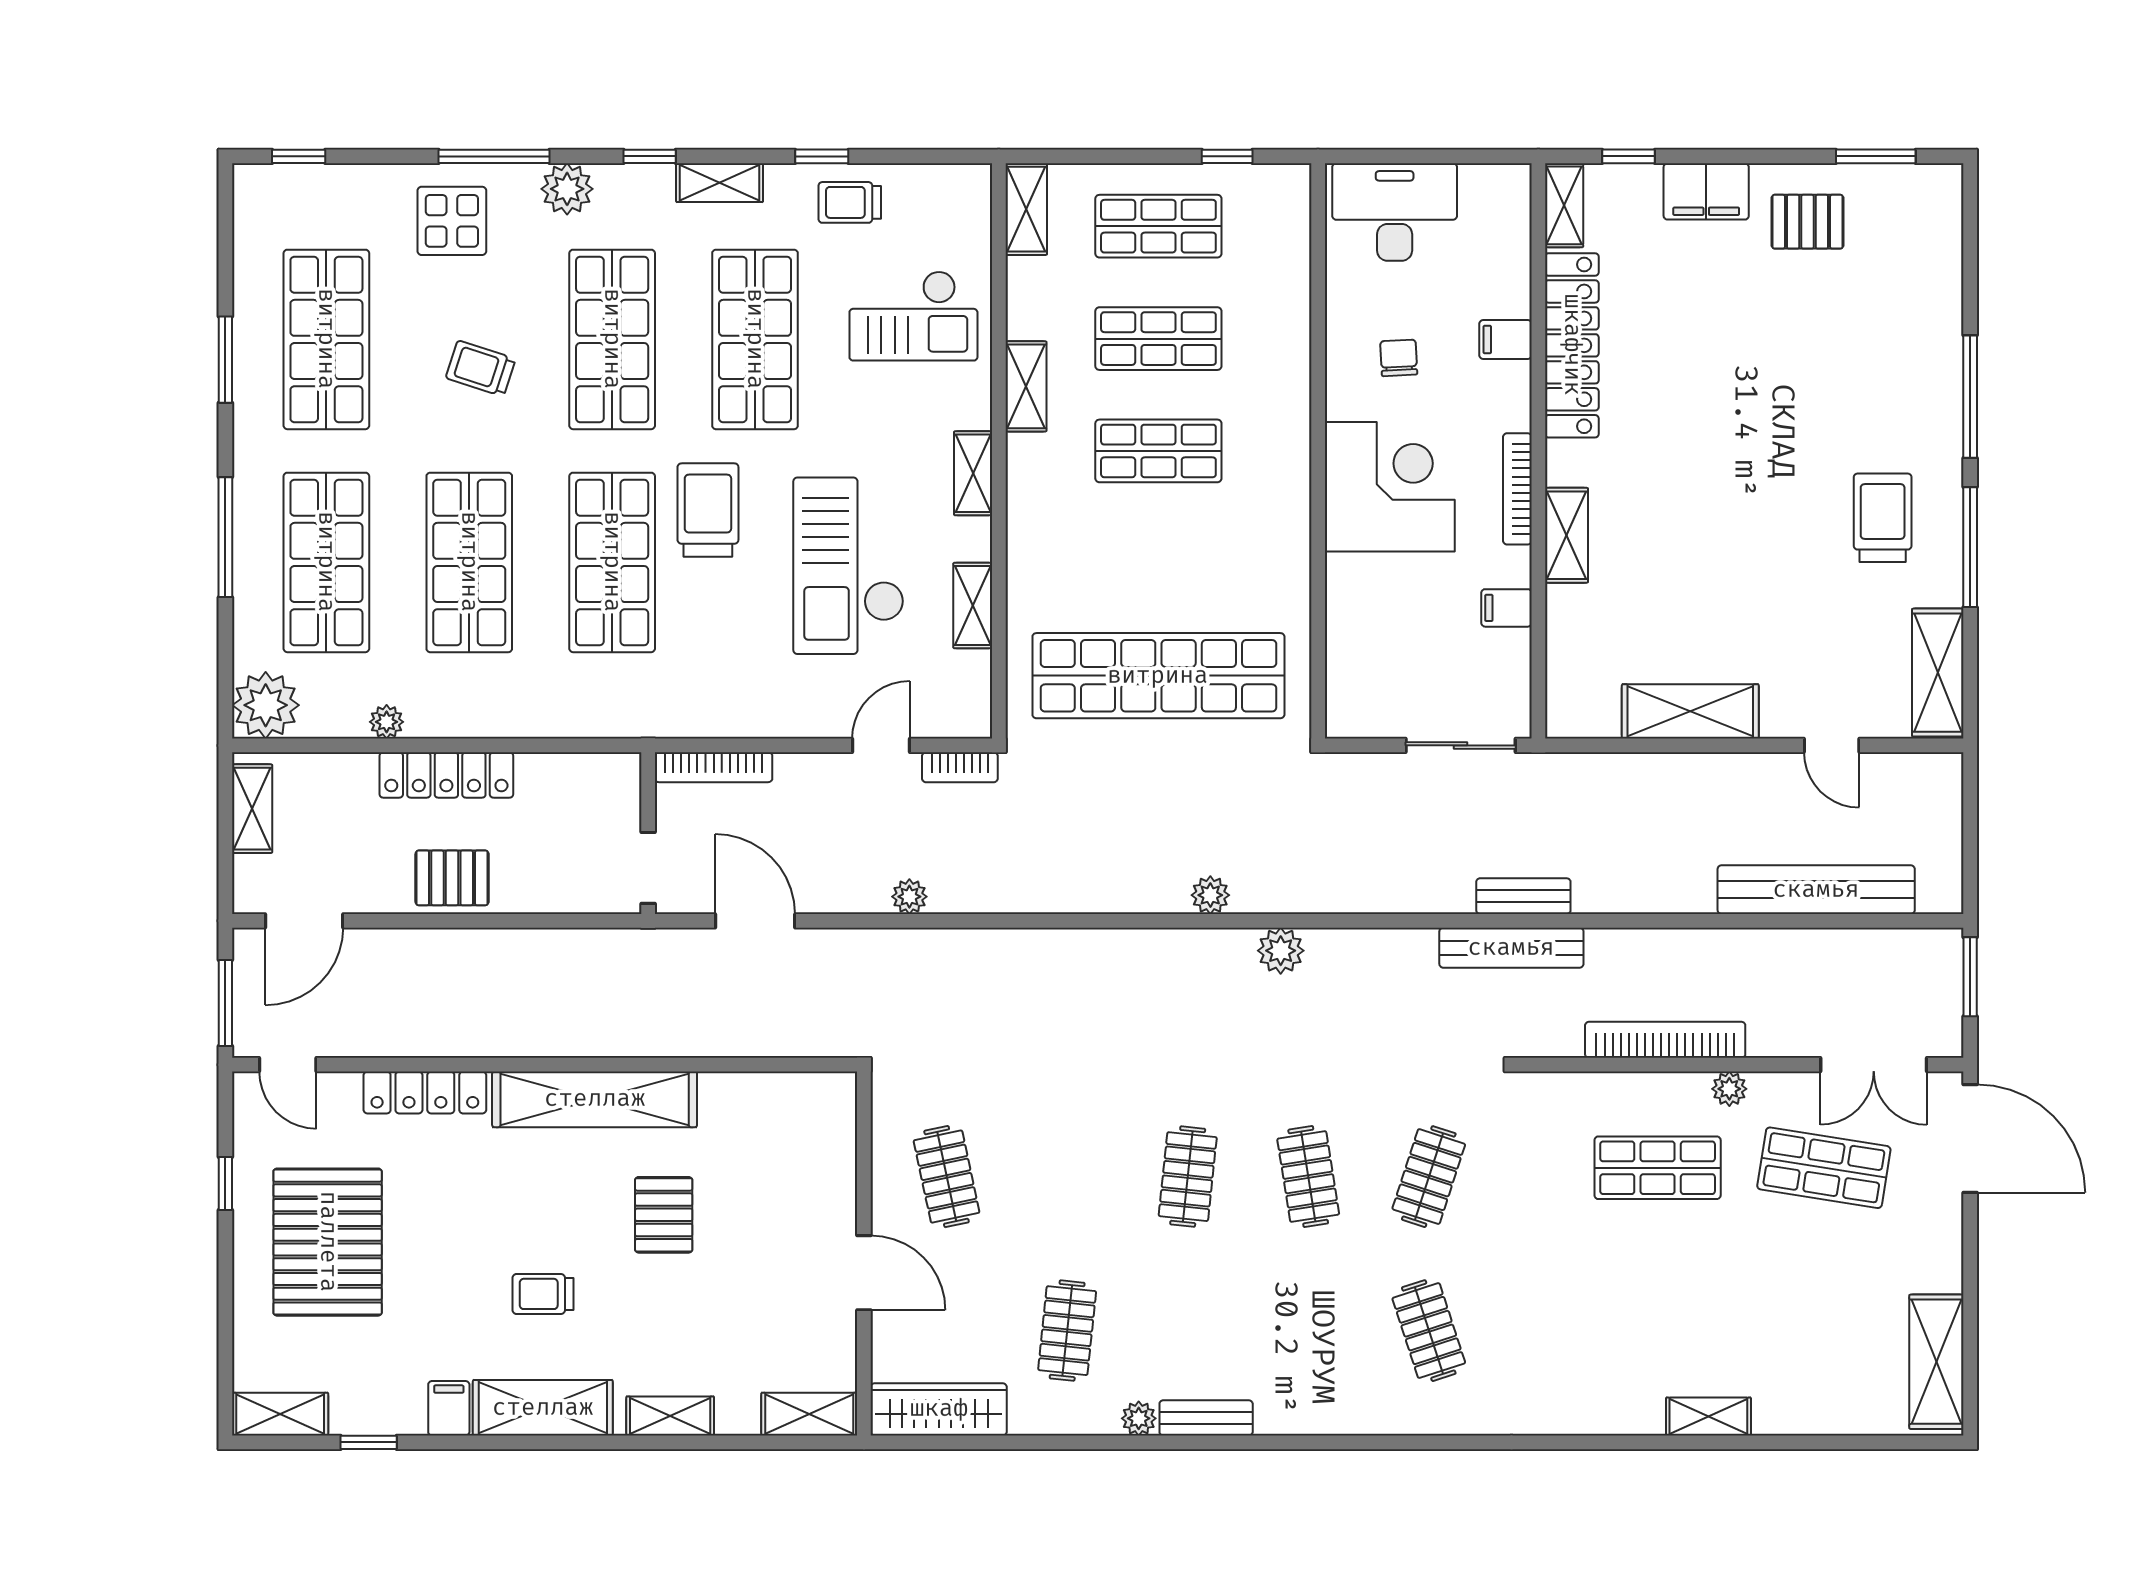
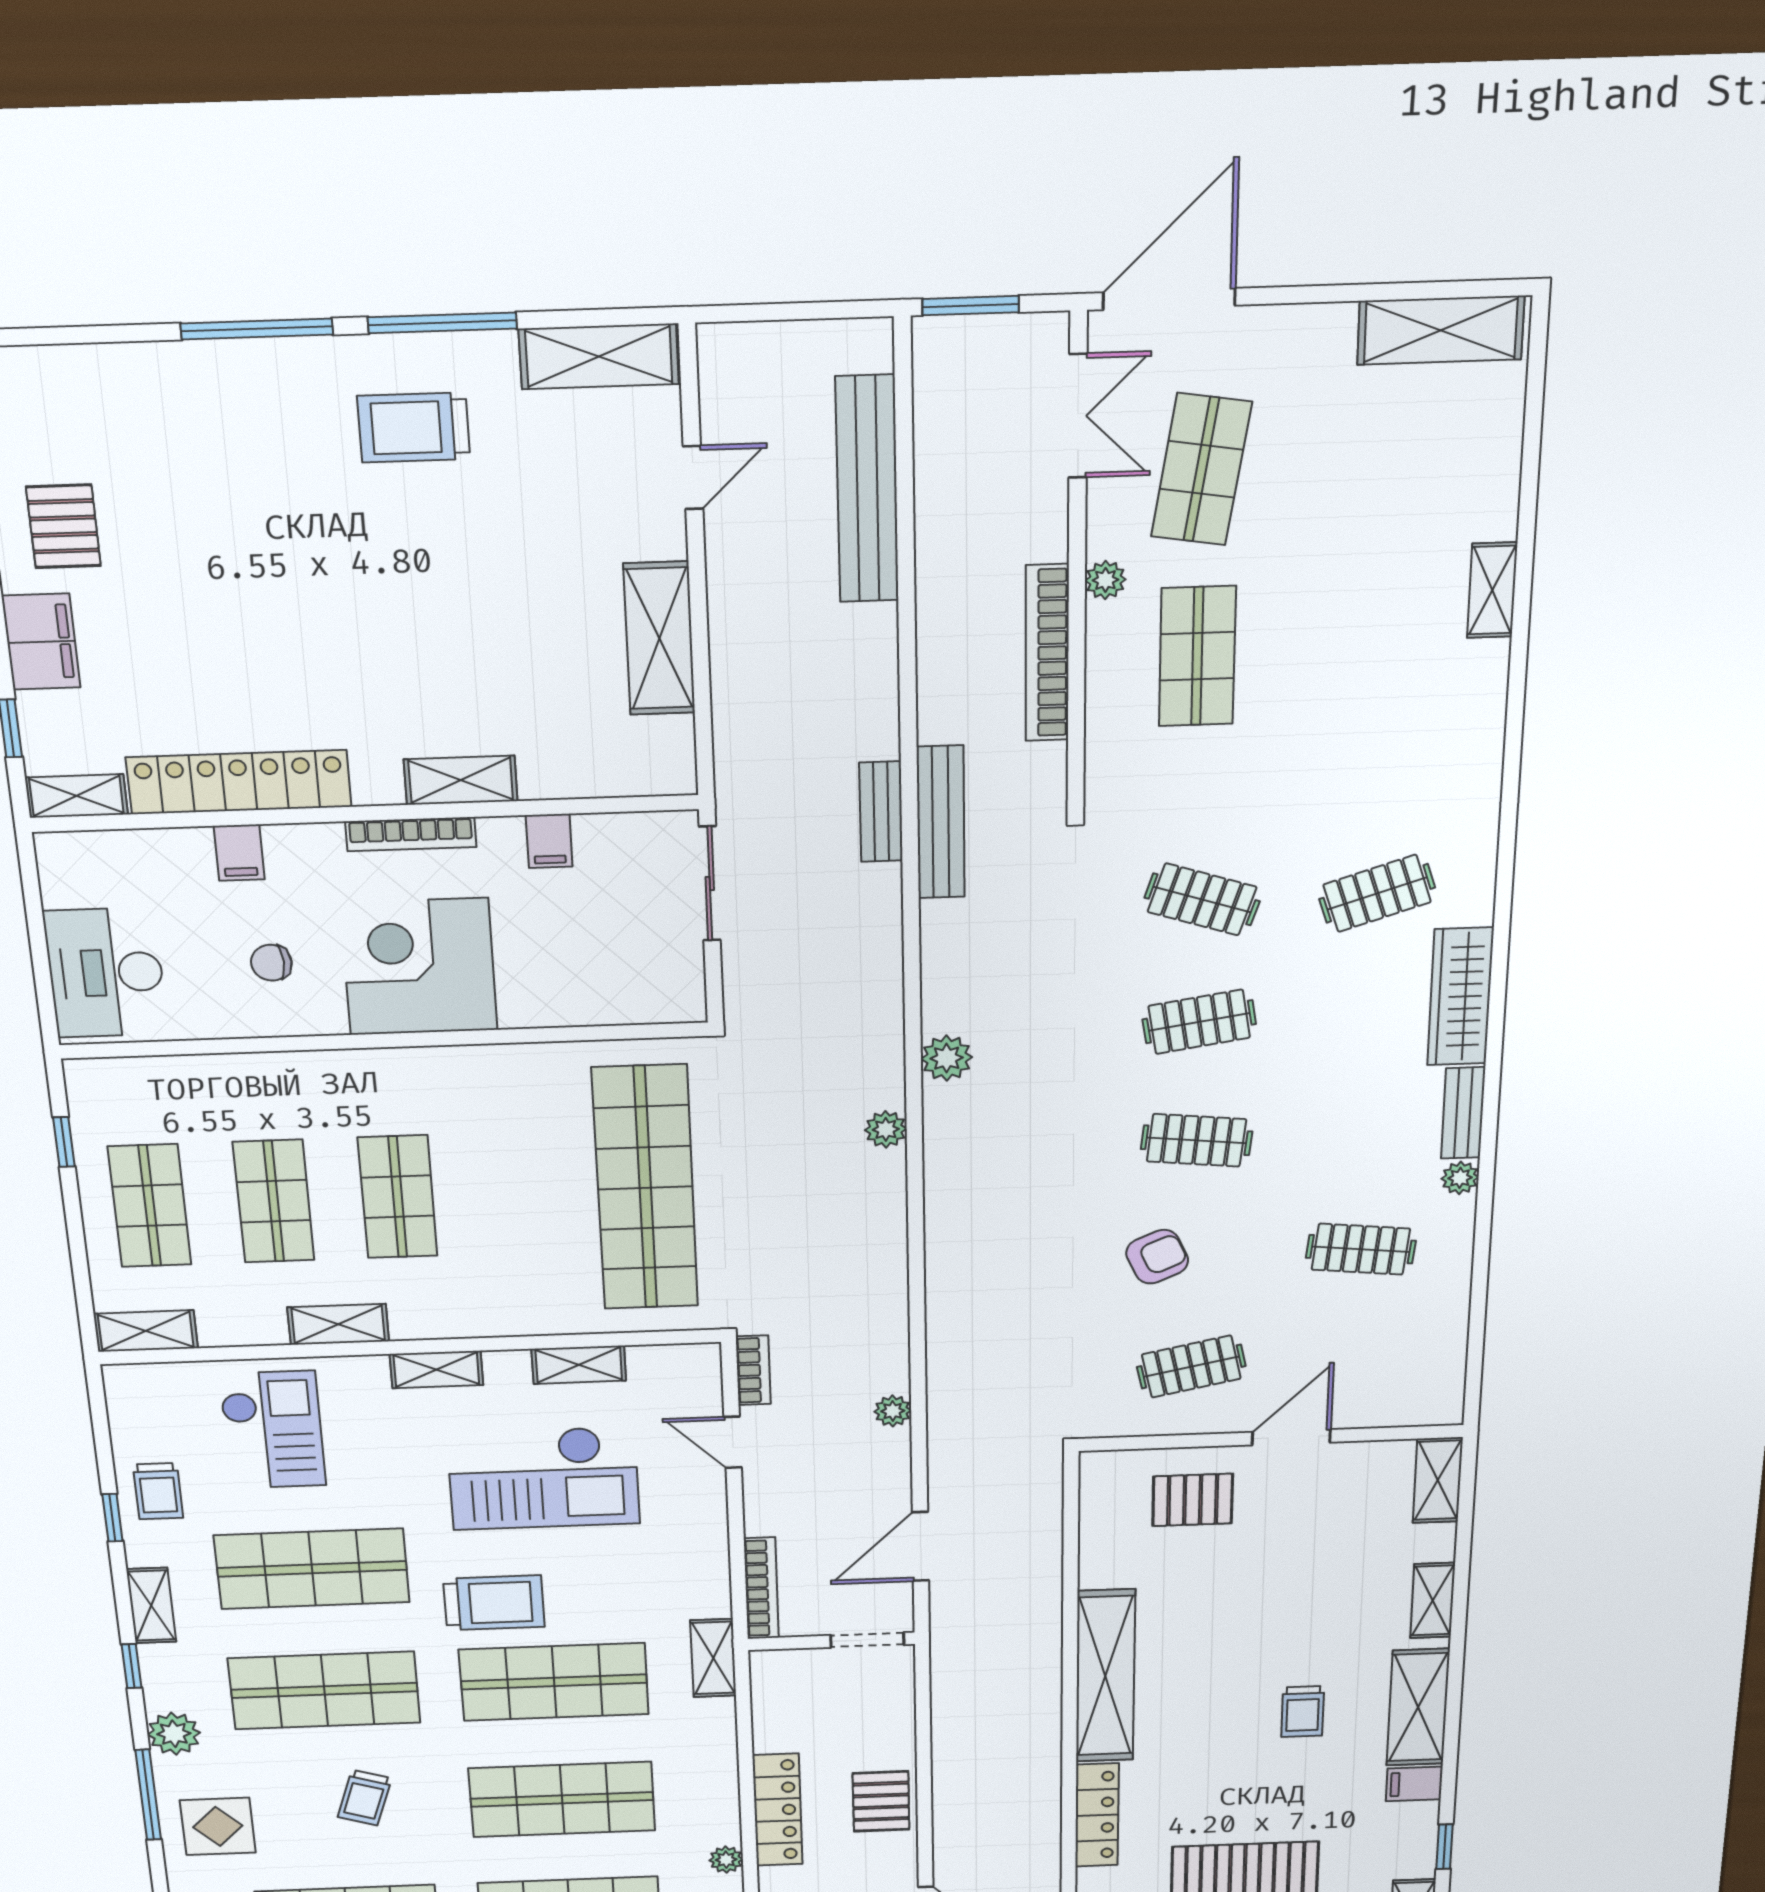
trolley: (708, 510) -> (494, 1603), turned 180
shelving: (634, 718) -> (713, 1658), added
armchair: (1067, 1143) -> (1157, 1257), added
pallet: (664, 1215) -> (1193, 1500), moved
wardrobe: (939, 1409) -> (1460, 997), moved

